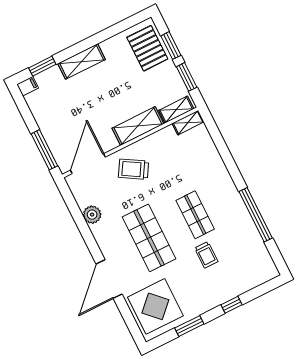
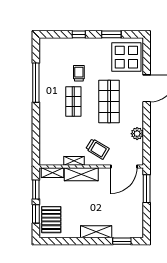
filing cabinet: (28, 86) -> (137, 233), removed
shelving: (188, 123) -> (74, 161), moved

